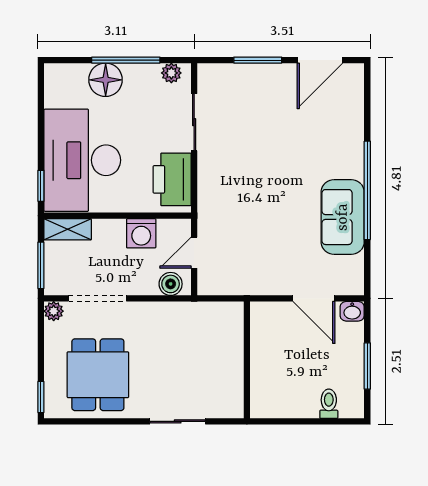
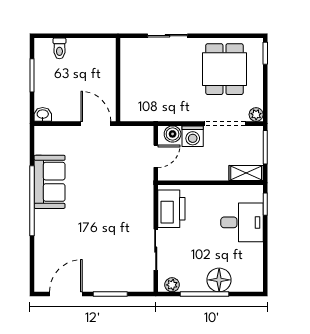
desk: (82, 160) -> (242, 222), width x0.53, depth x0.77
washing machine: (141, 233) -> (193, 136), moved, turned 180
door: (314, 298) -> (96, 124), moved

